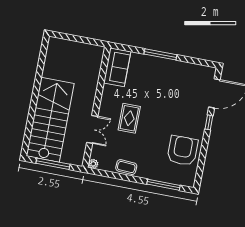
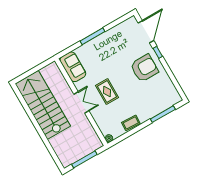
stairs: (50, 120) -> (43, 105), moved
double door: (92, 129) -> (81, 102), moved
armchair: (183, 151) -> (144, 68), moved, turned 90

